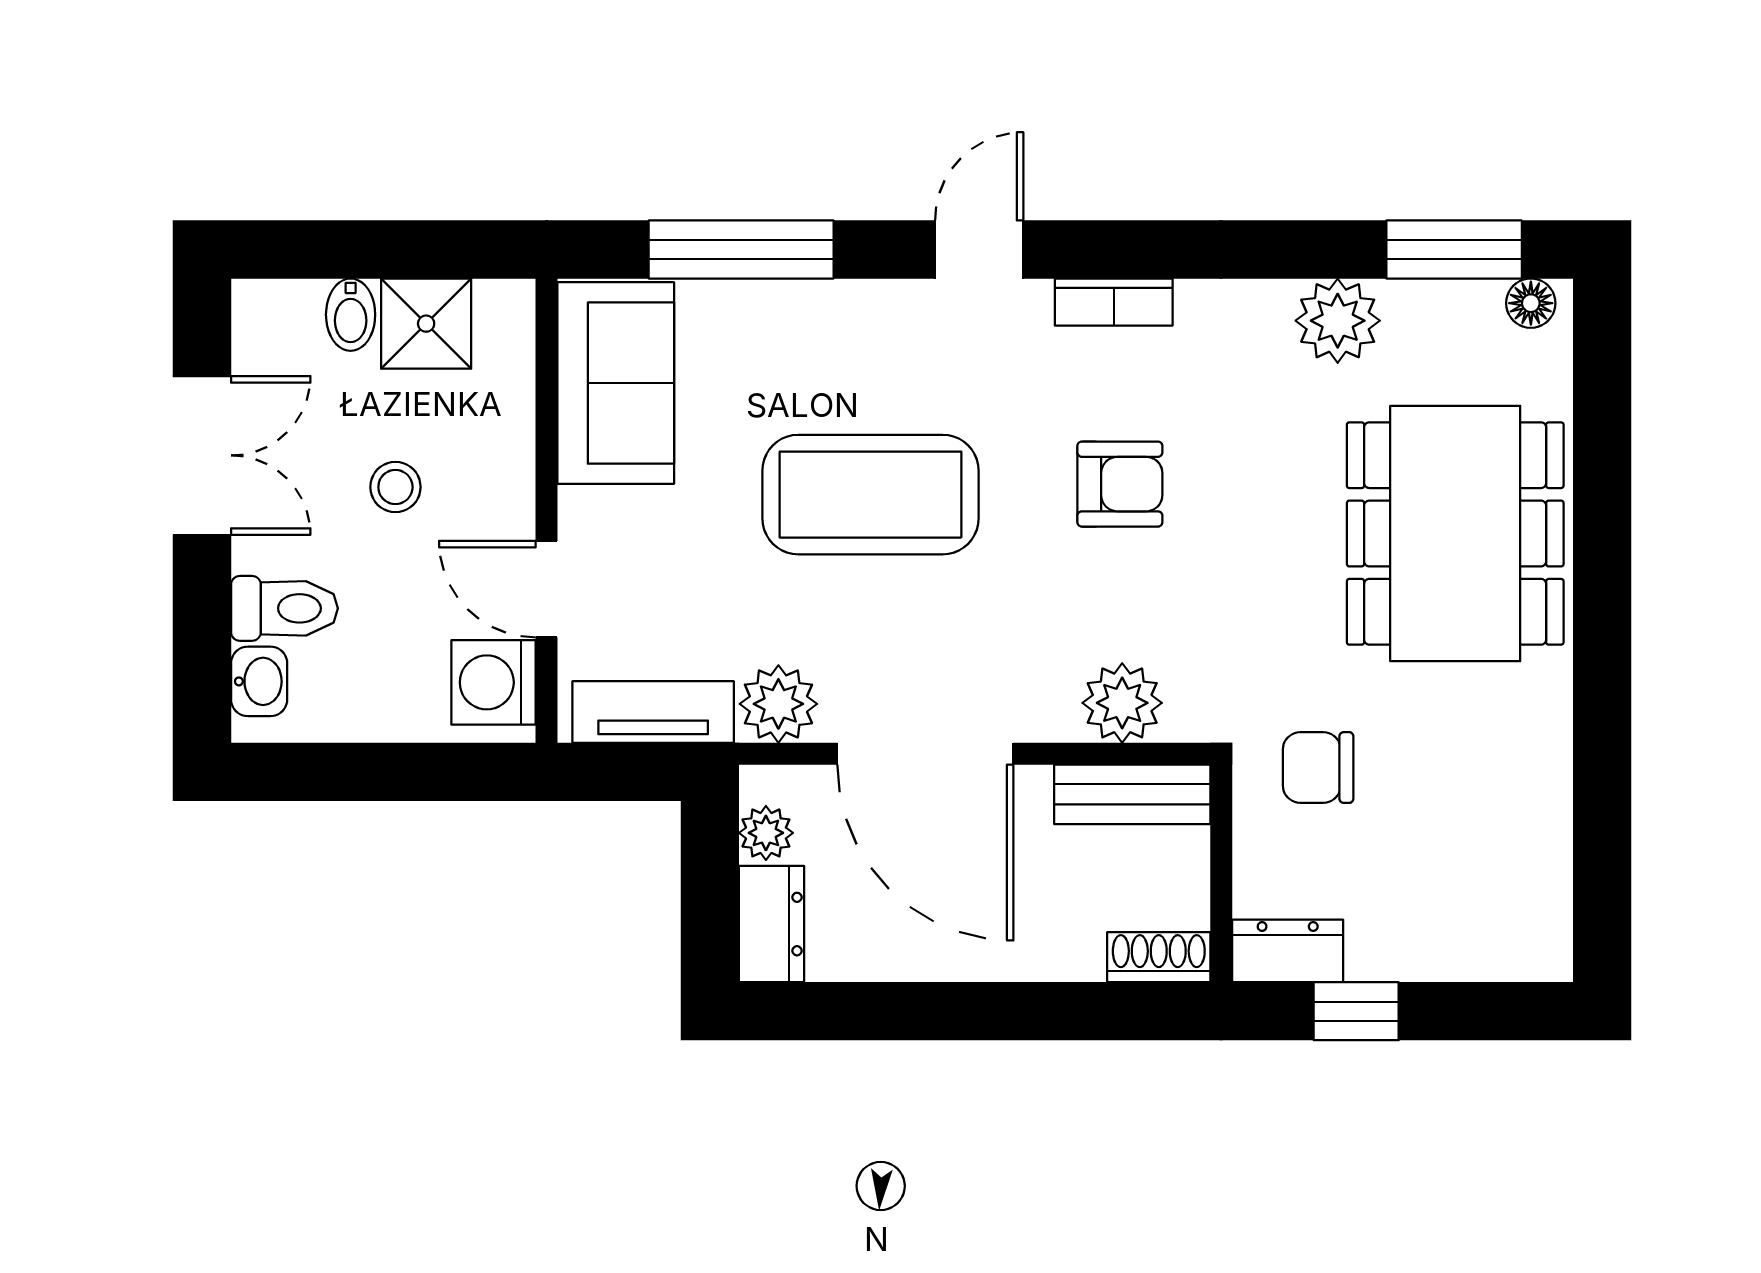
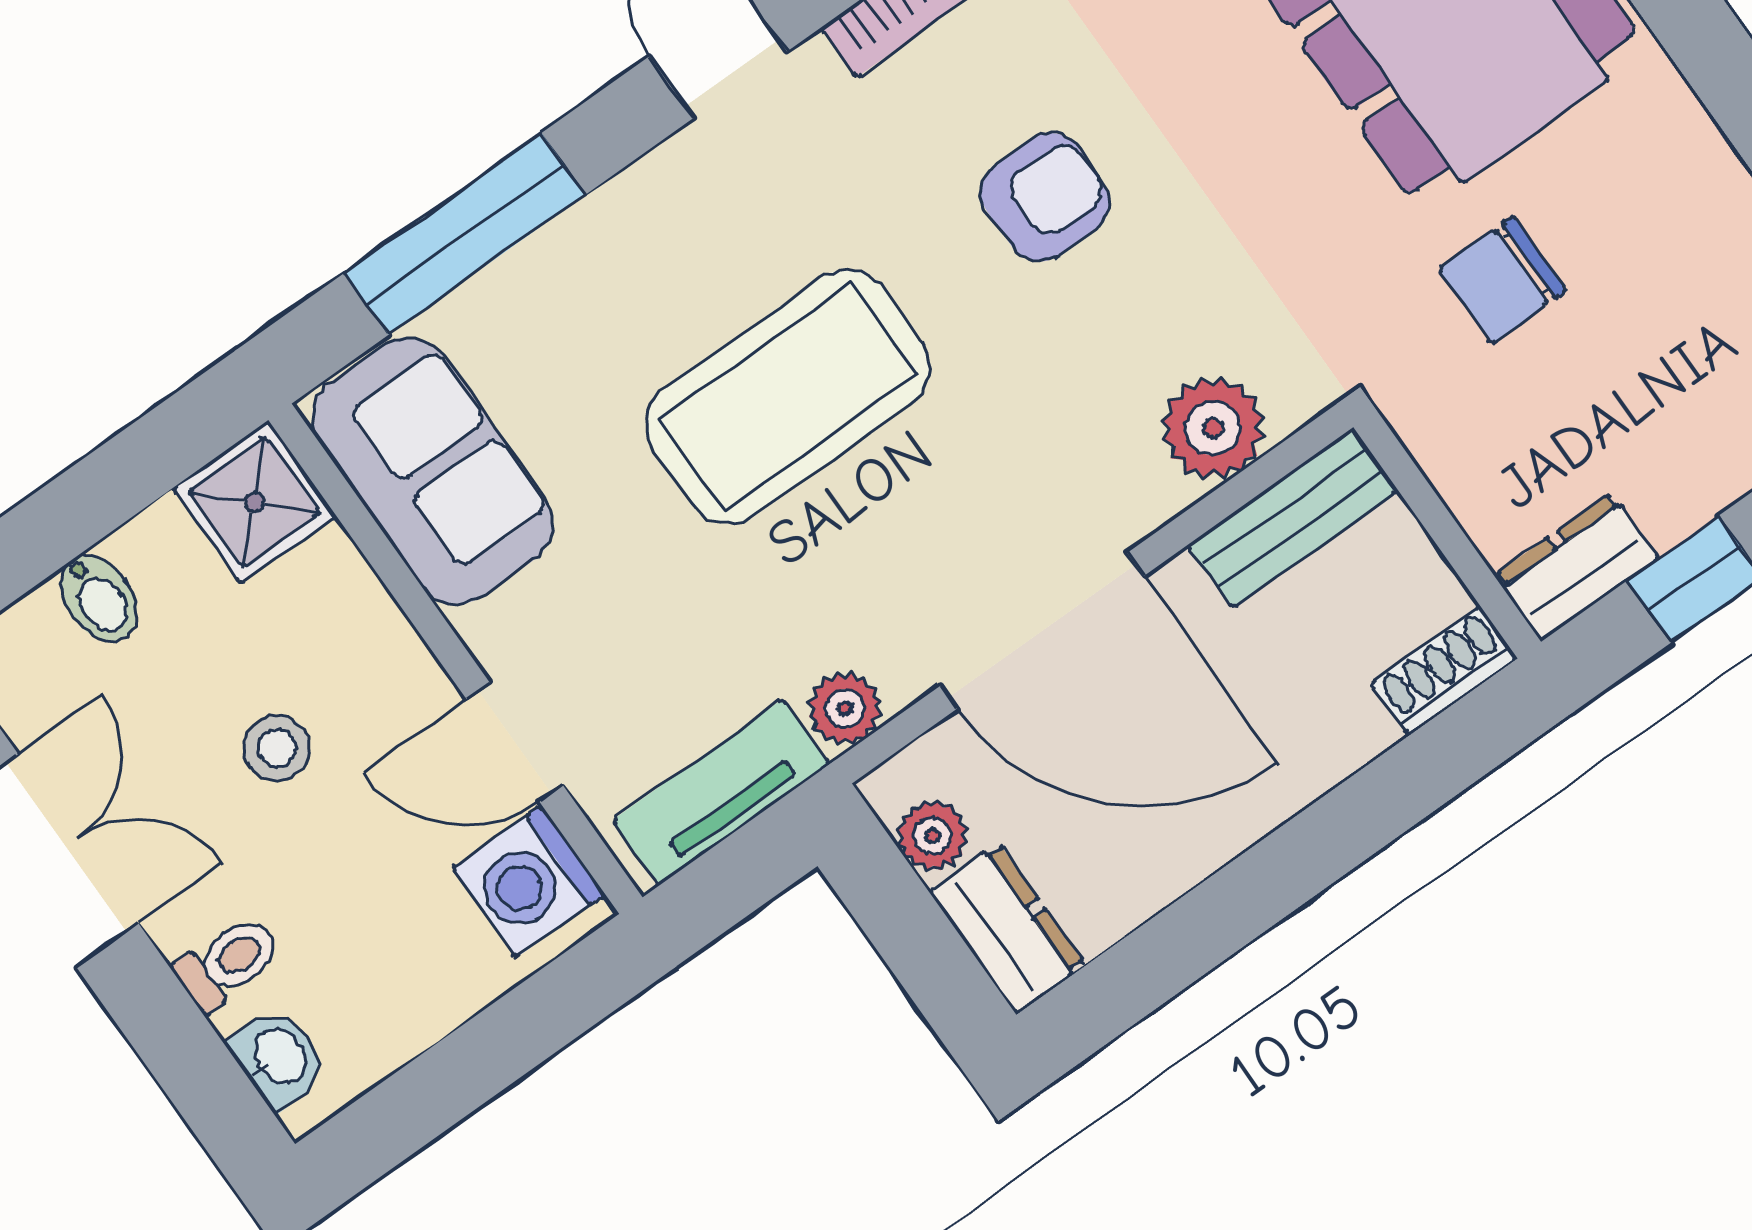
shower: (426, 324) -> (254, 502), moved
toilet: (284, 608) -> (228, 963), width x0.73, depth x0.72
plant: (778, 704) -> (845, 708), width x0.73, depth x0.73
chair: (1318, 768) -> (1503, 280), moved

